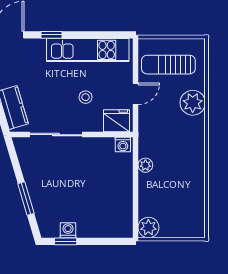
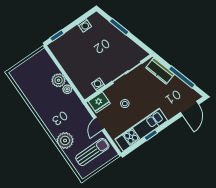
window: (51, 35) -> (151, 135), moved
washing machine: (123, 145) -> (98, 84), moved
plant: (148, 227) -> (59, 80), moved
window: (66, 241) -> (57, 36), moved

